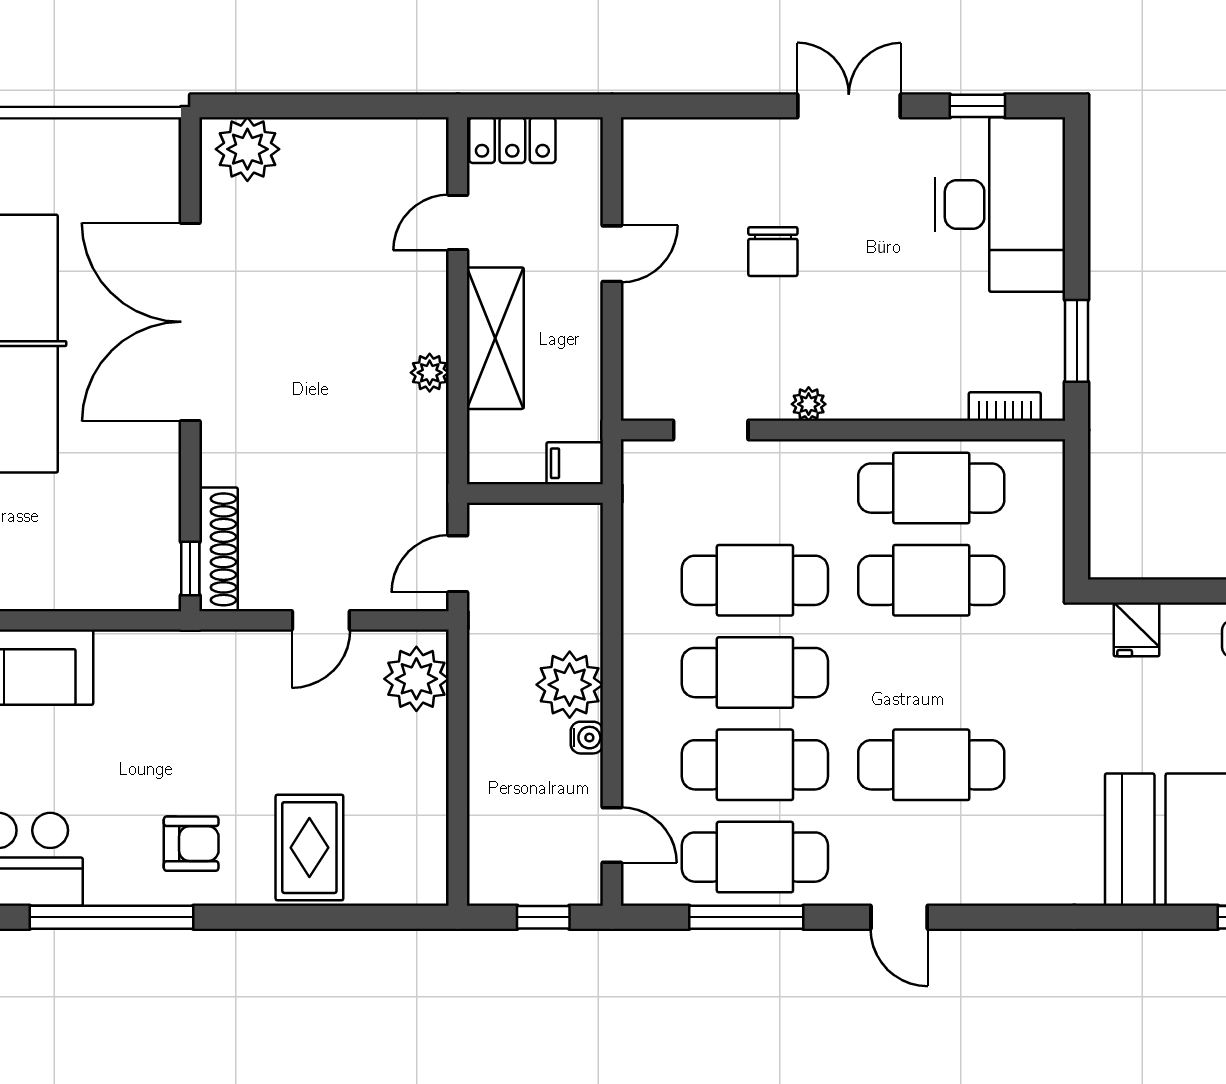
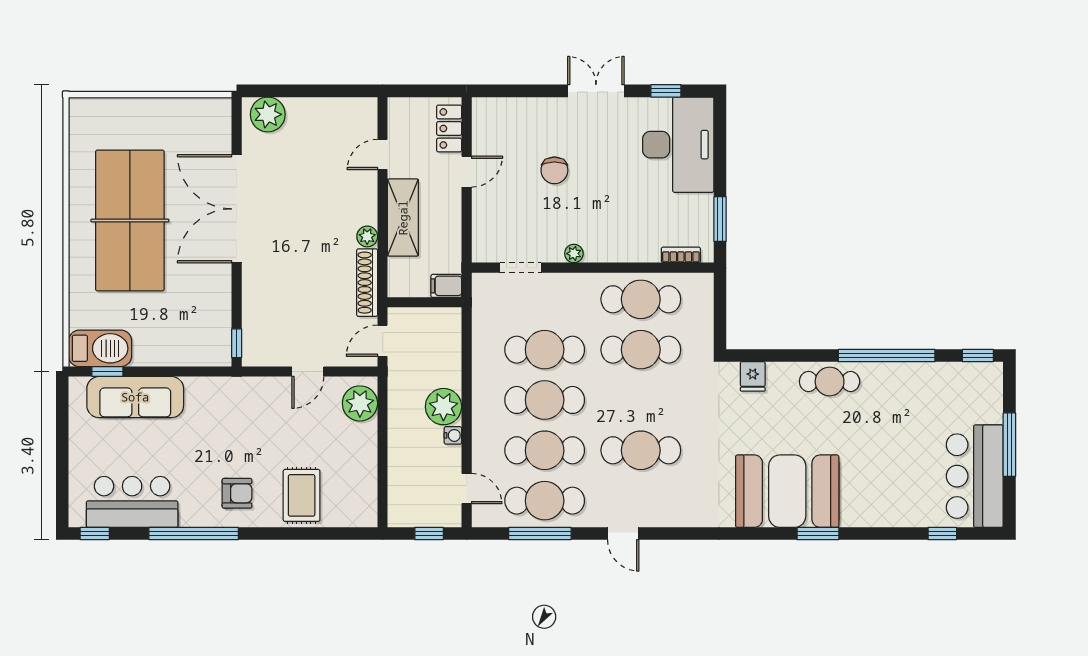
locker: (512, 140) -> (449, 128), moved, turned 90
shoe rack: (219, 549) -> (367, 283), moved, turned 180

